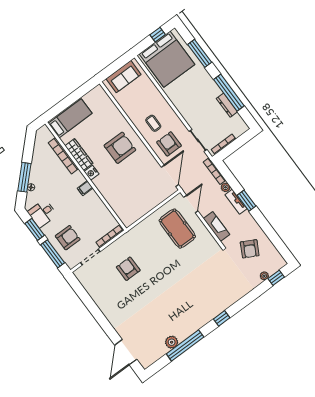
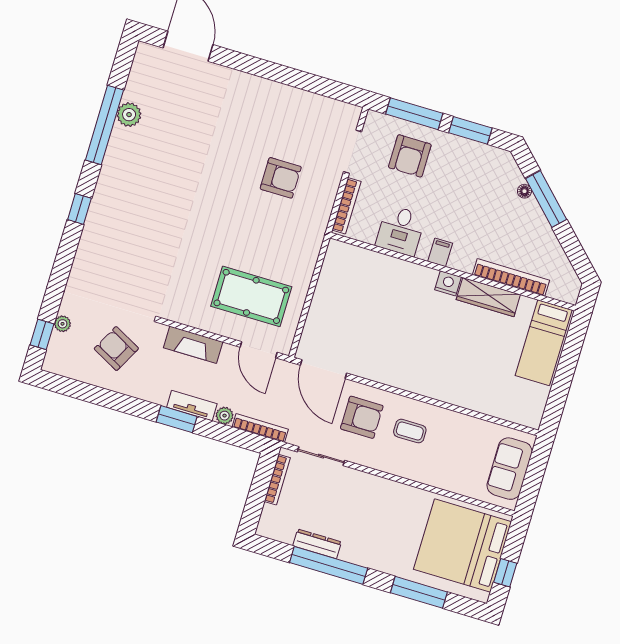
armchair: (120, 148) -> (433, 355), removed
desk: (42, 213) -> (401, 231), moved, turned 180

